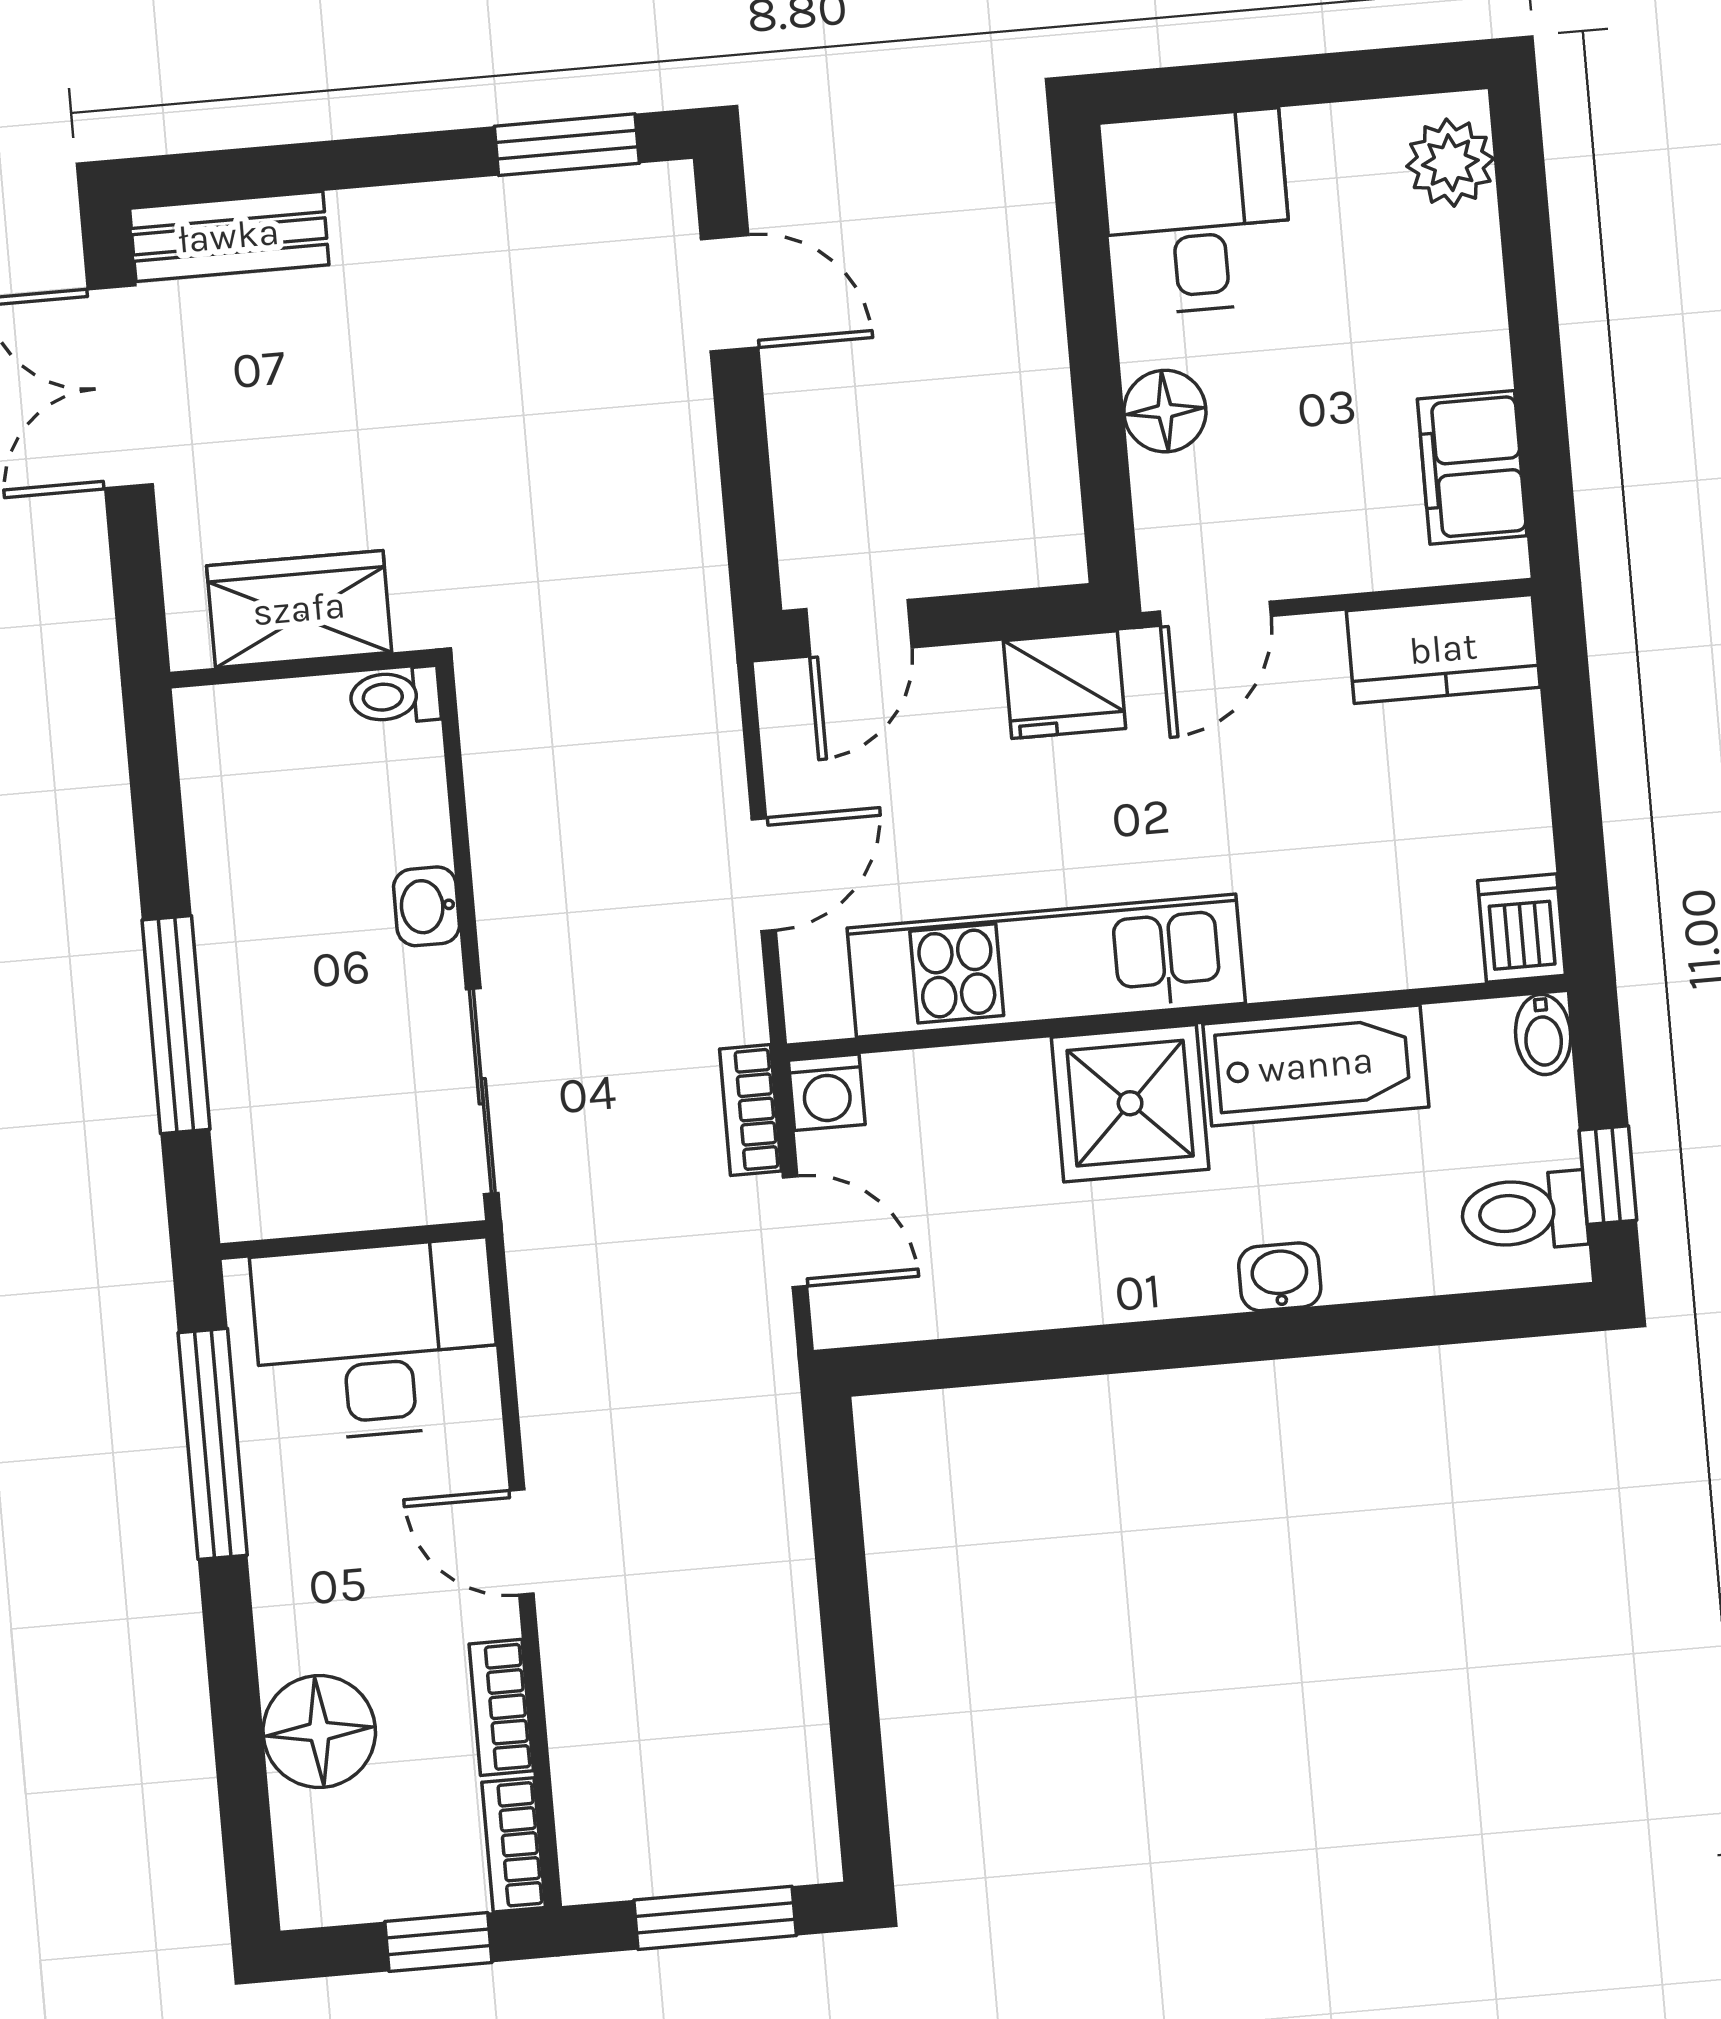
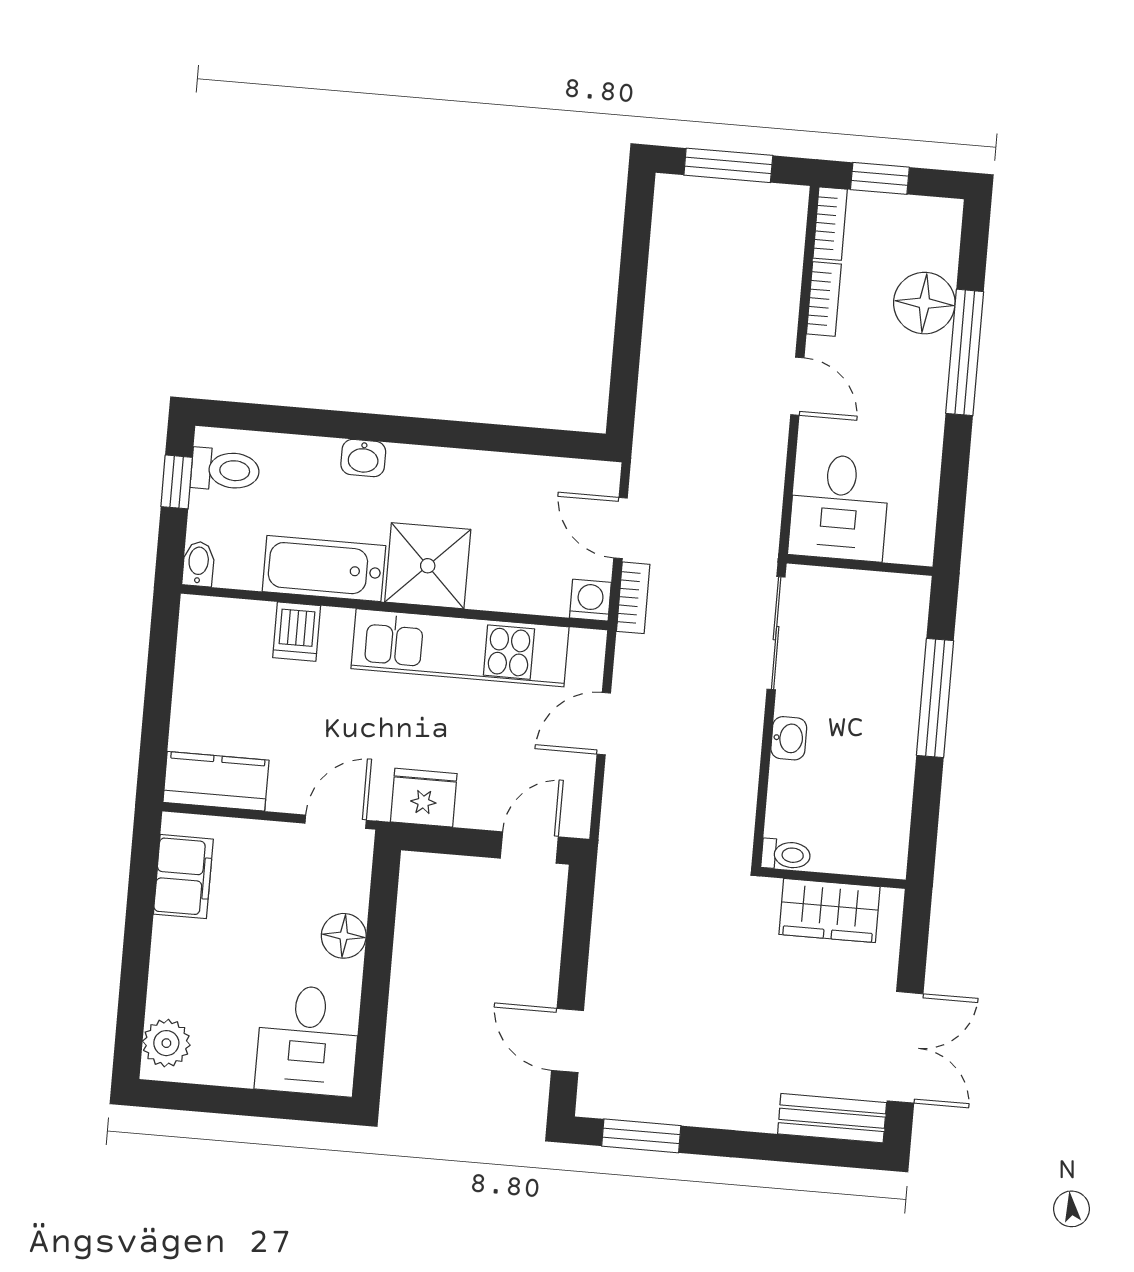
dishwasher: (1522, 928) -> (297, 632), moved
desk: (376, 1340) -> (839, 507), width x0.73
window: (213, 1444) -> (965, 352), moved

